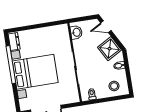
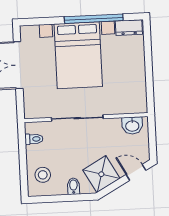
door: (106, 27) -> (136, 172), hinge flipped

